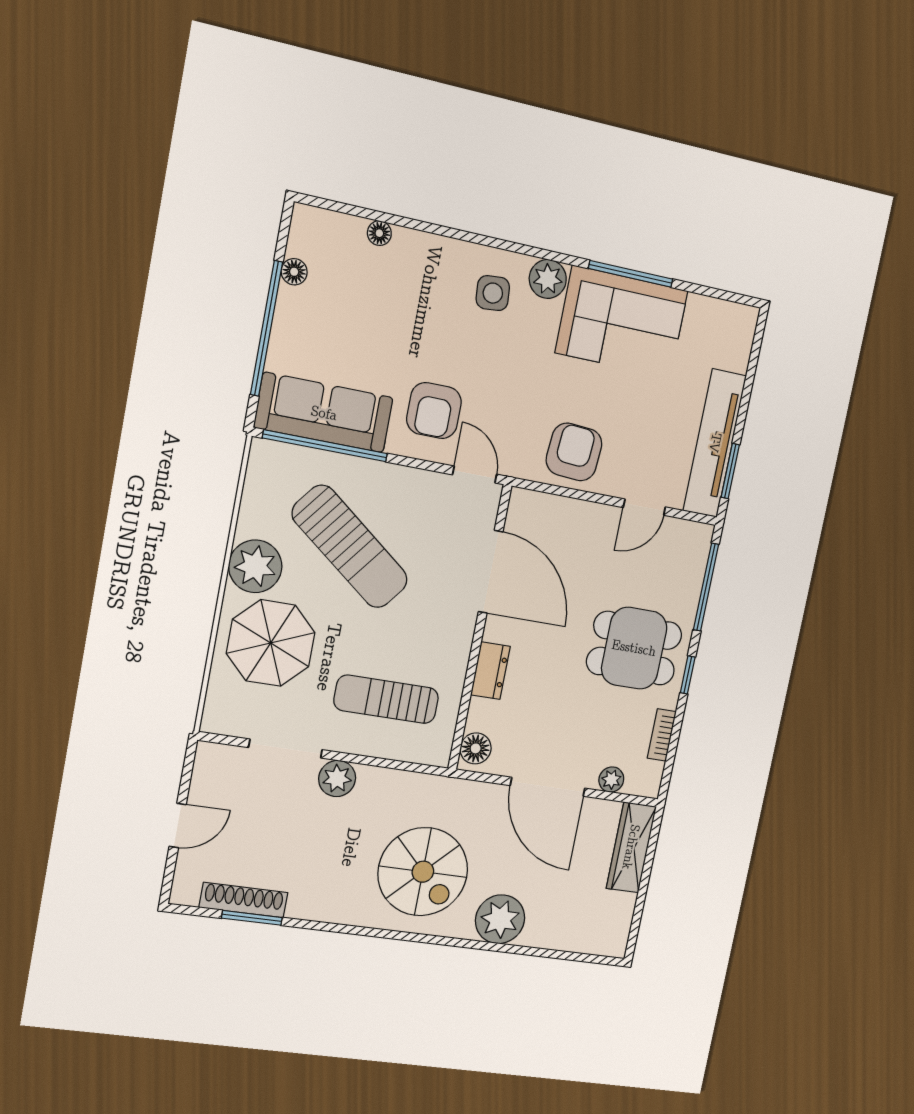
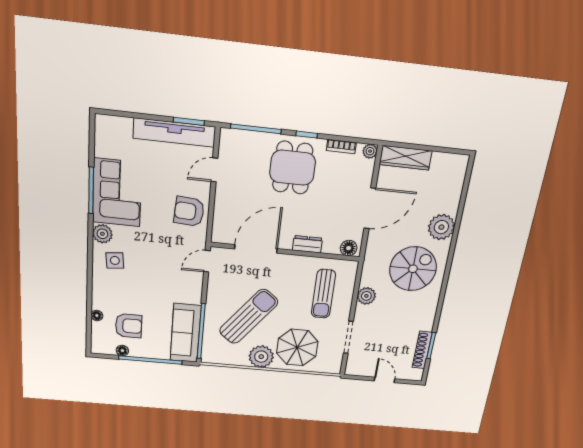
armchair: (434, 411) -> (129, 326), moved
door: (644, 507) -> (214, 170), swing flipped
plant: (337, 778) -> (366, 296), moved
plant: (611, 780) -> (370, 151), moved

